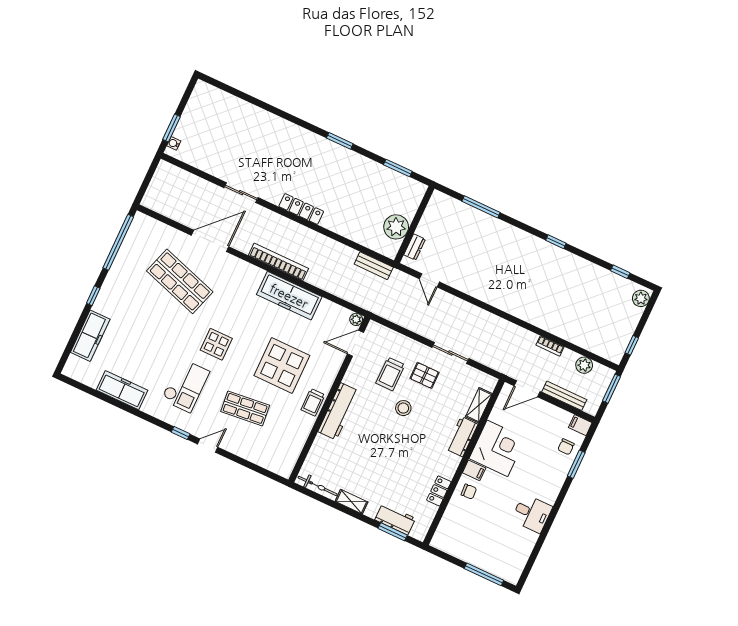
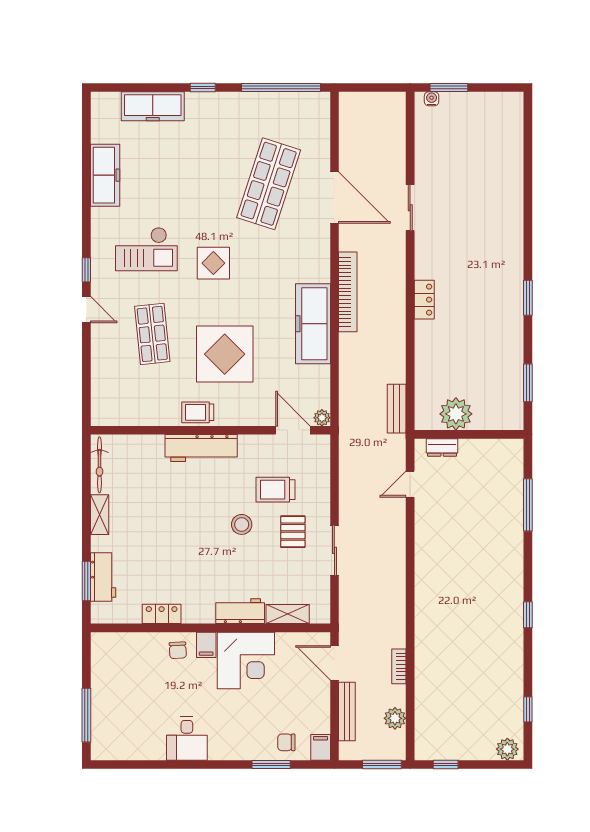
locker: (301, 209) -> (424, 300), width x0.66

